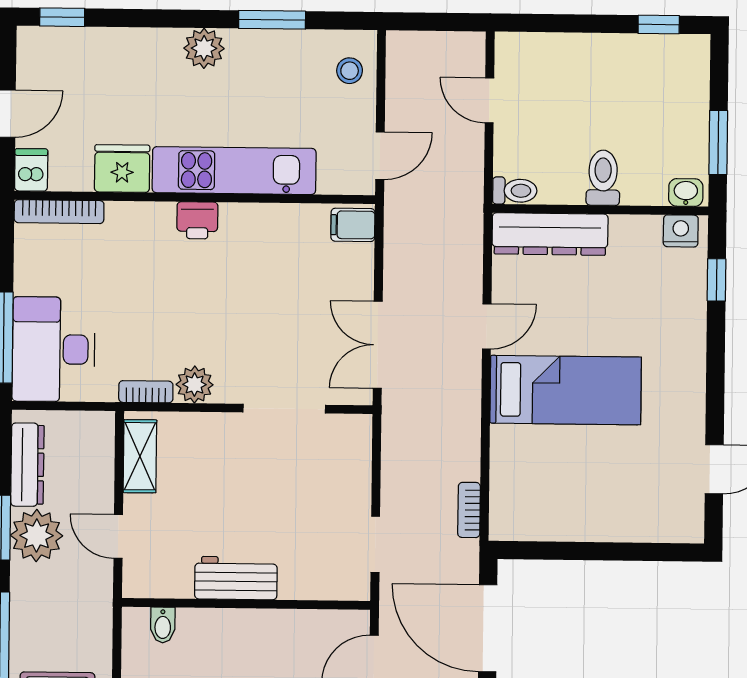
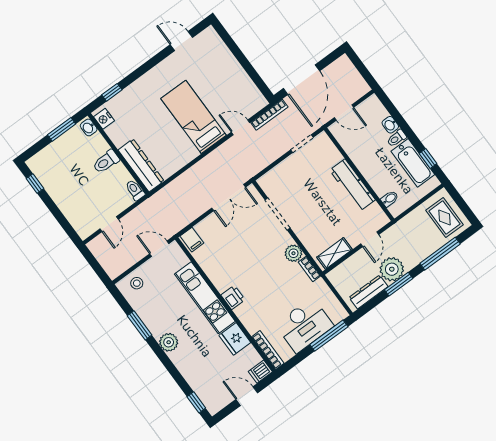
door: (487, 326) -> (240, 127), moved
desk: (53, 349) -> (304, 325), moved
bookcase: (469, 510) -> (269, 115), width x1.56
workbench: (236, 578) -> (352, 185), width x1.38

